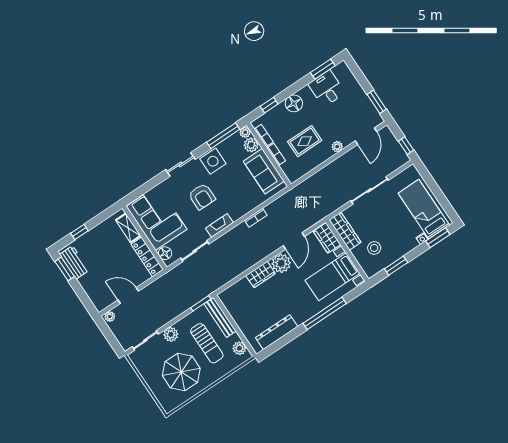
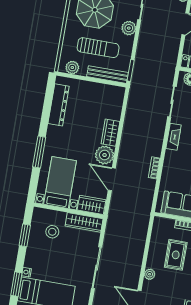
window: (325, 313) -> (39, 152), width x0.68
sun lounger: (207, 343) -> (98, 48), turned 180

